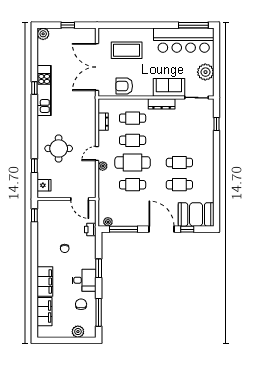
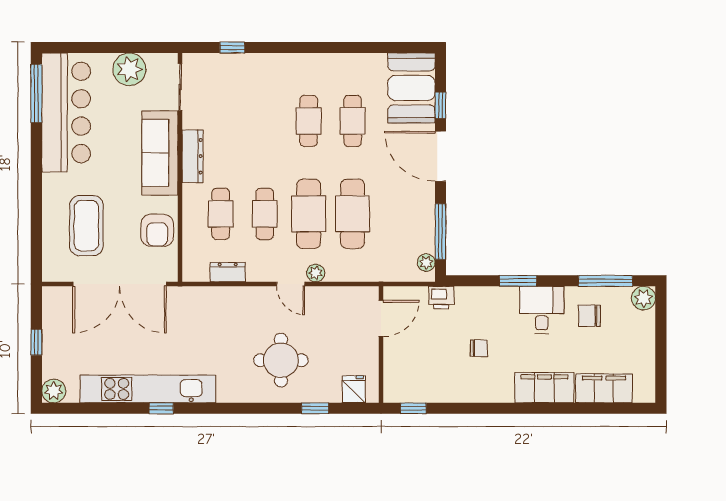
sofa: (169, 87) -> (160, 153), width x1.36
kitchen unit: (44, 90) -> (148, 389), width x1.36
cafe table: (133, 185) -> (353, 214), width x1.37, depth x1.35
door: (162, 229) -> (440, 156), hinge flipped
plant: (78, 332) -> (644, 298), moved

